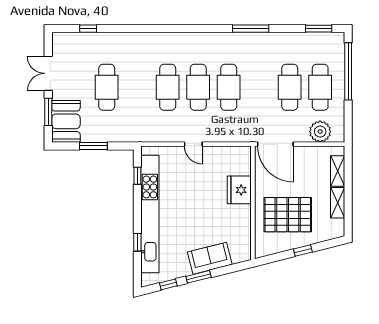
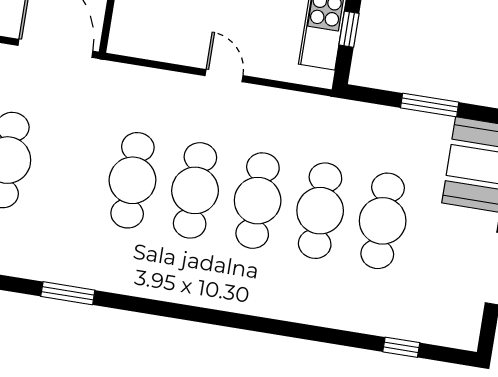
window: (251, 29) -> (68, 293), width x0.69
cafe table: (137, 87) -> (320, 211), added

